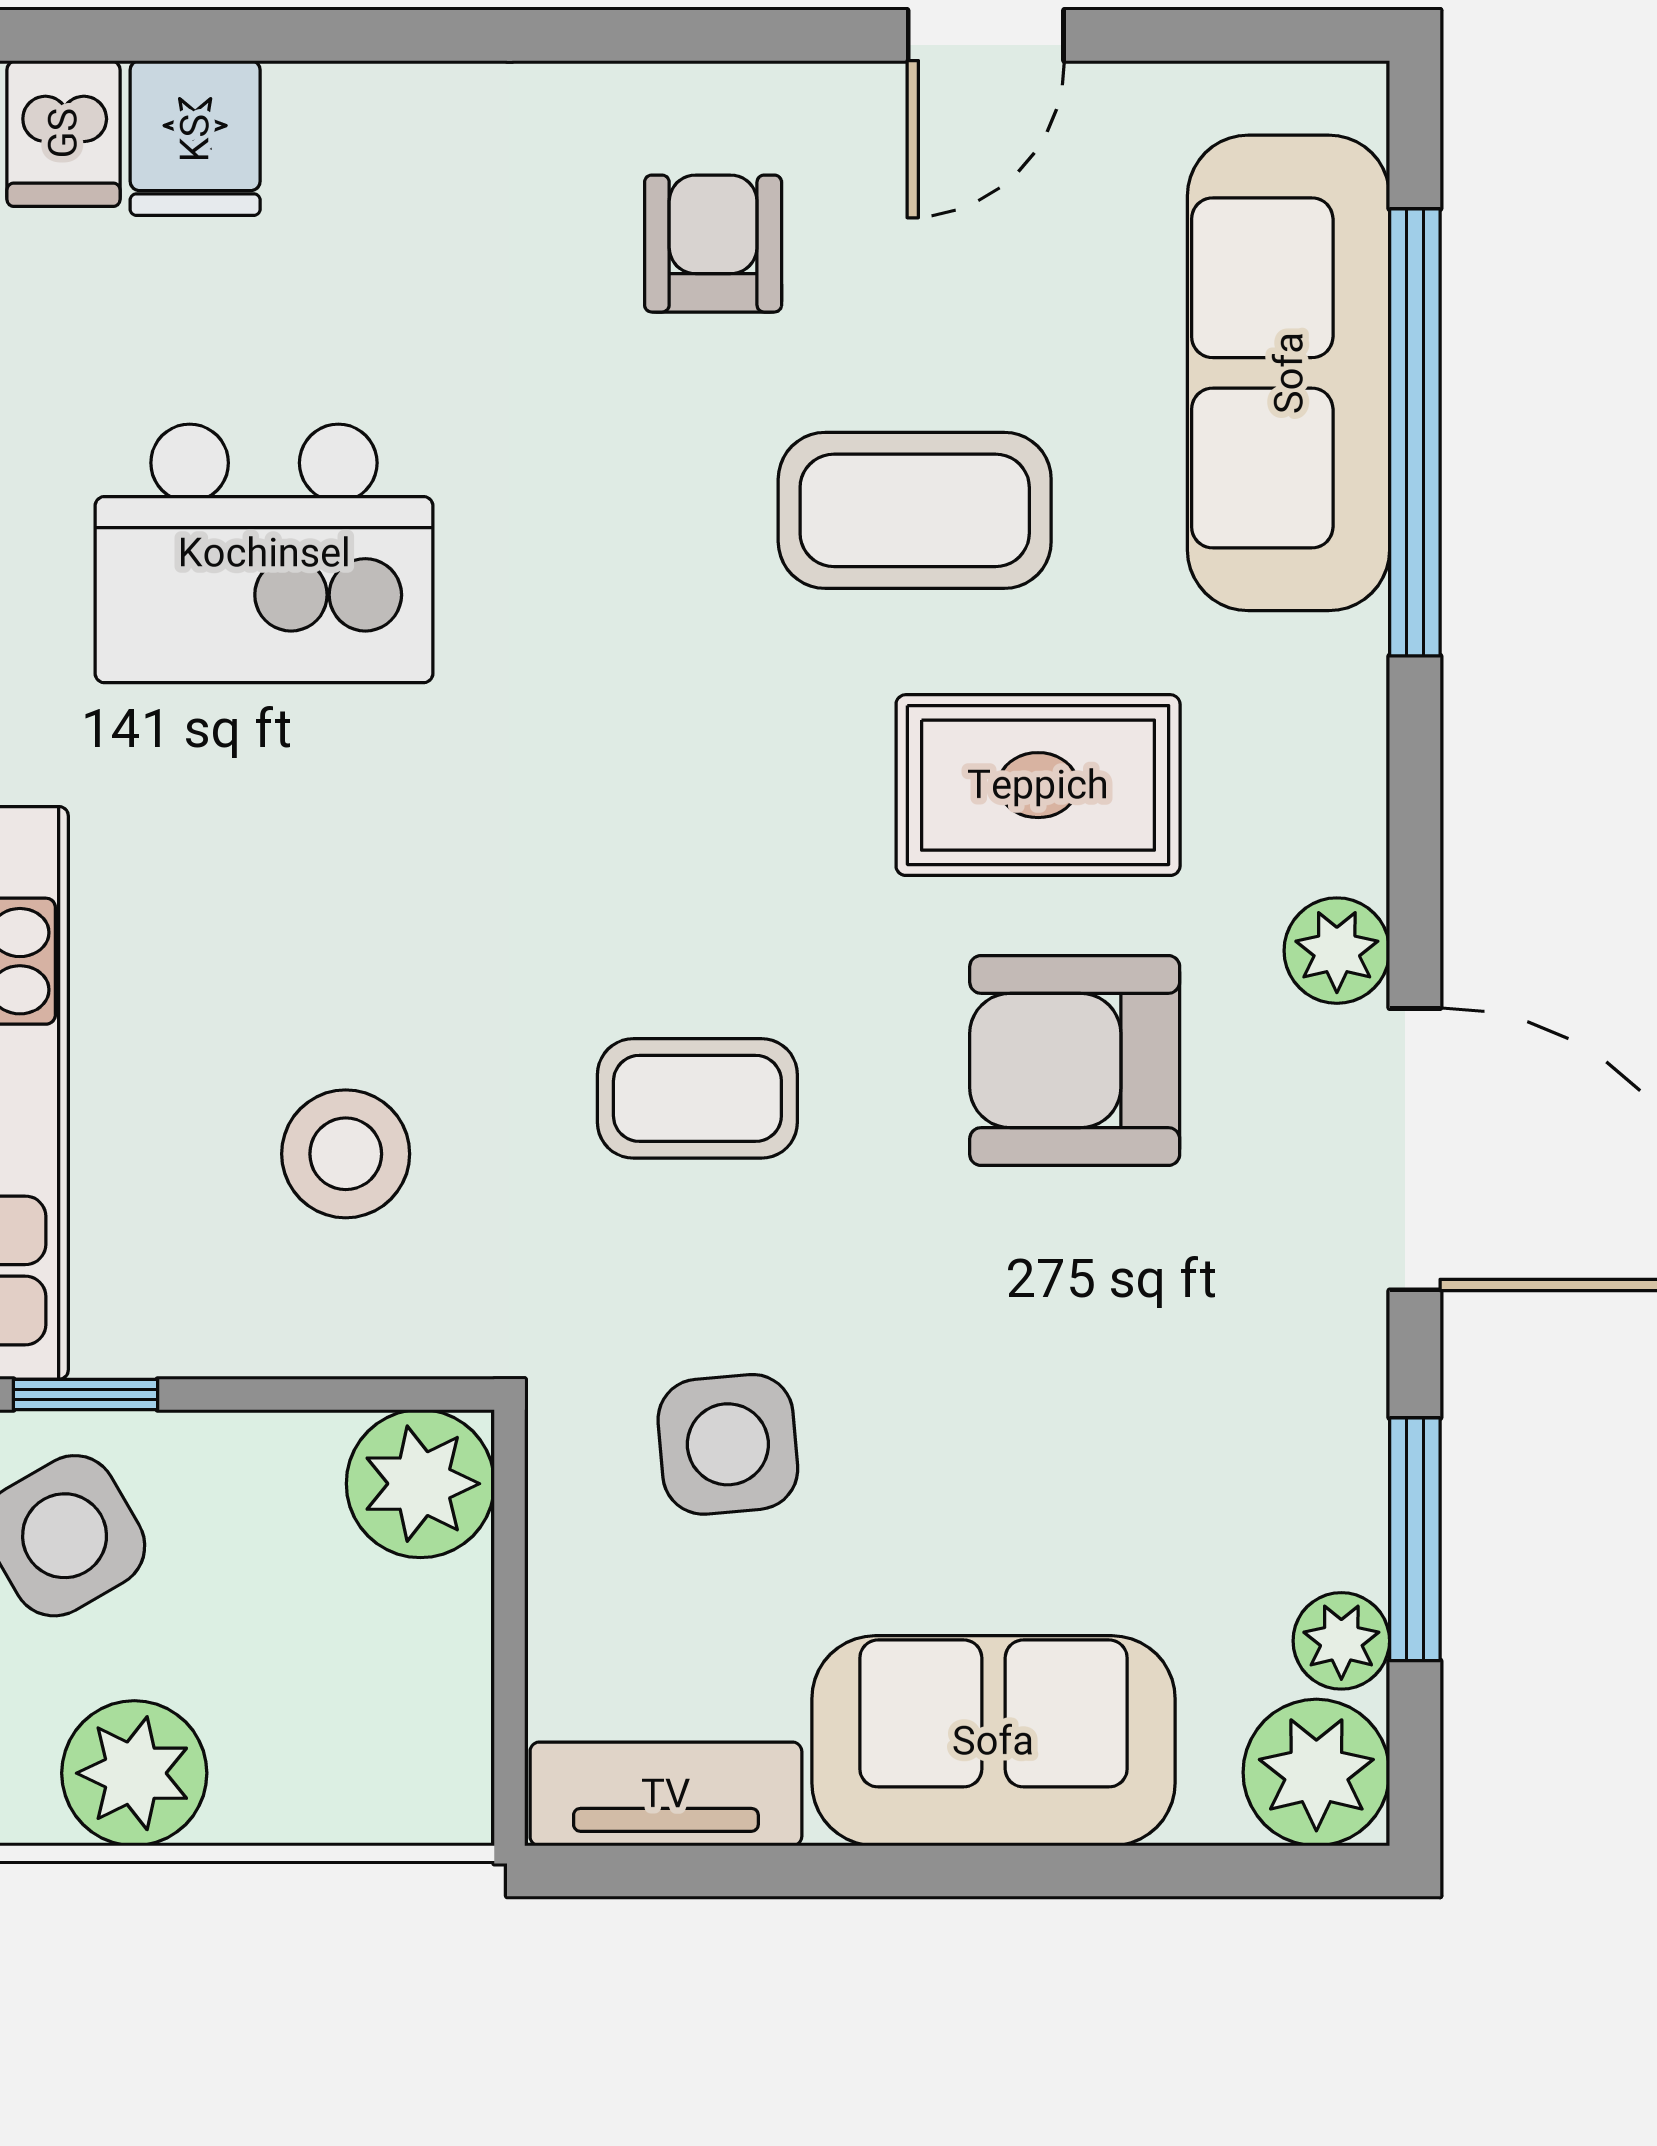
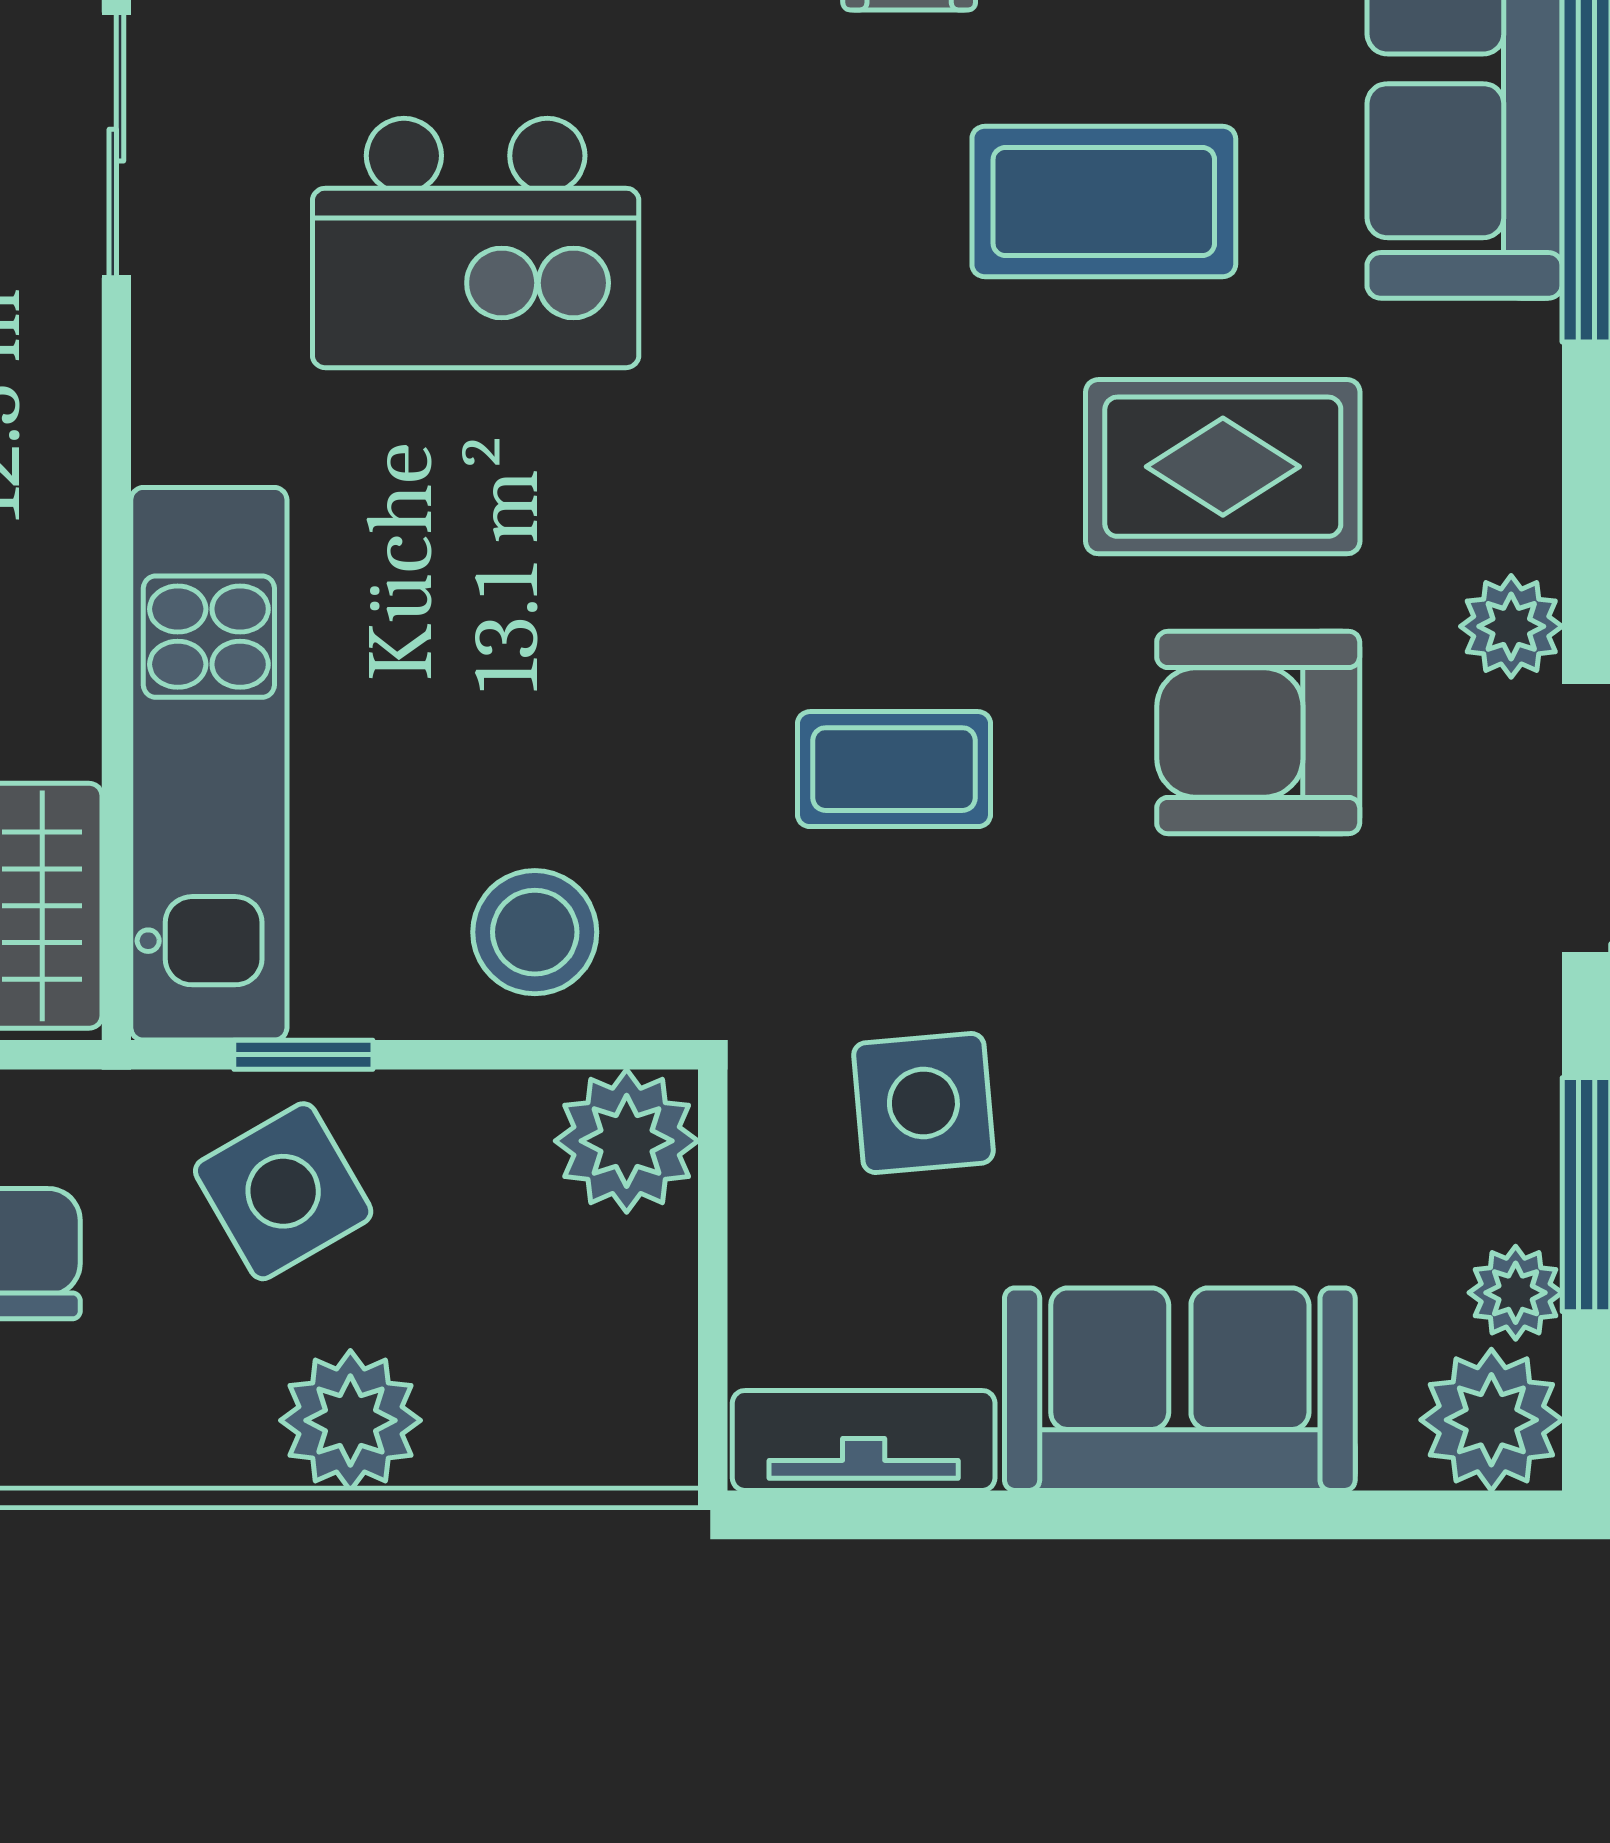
stool: (346, 1154) -> (535, 932), moved

